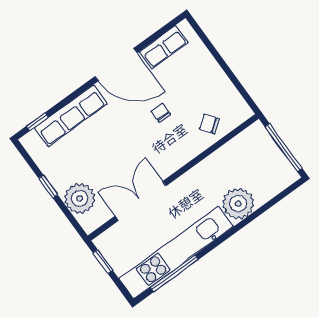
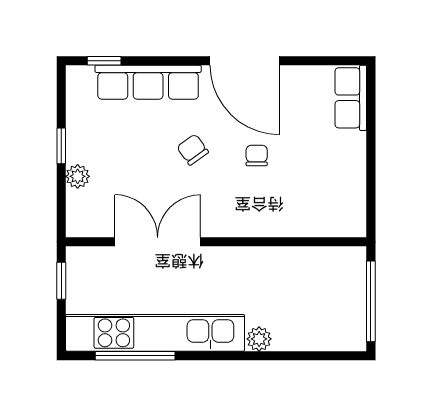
row of seats: (164, 47) -> (351, 98), moved, turned 90
chair: (209, 124) -> (193, 150), moved
plant: (80, 198) -> (78, 176), width x0.53, depth x0.53
plant: (238, 204) -> (259, 339), width x0.53, depth x0.53

